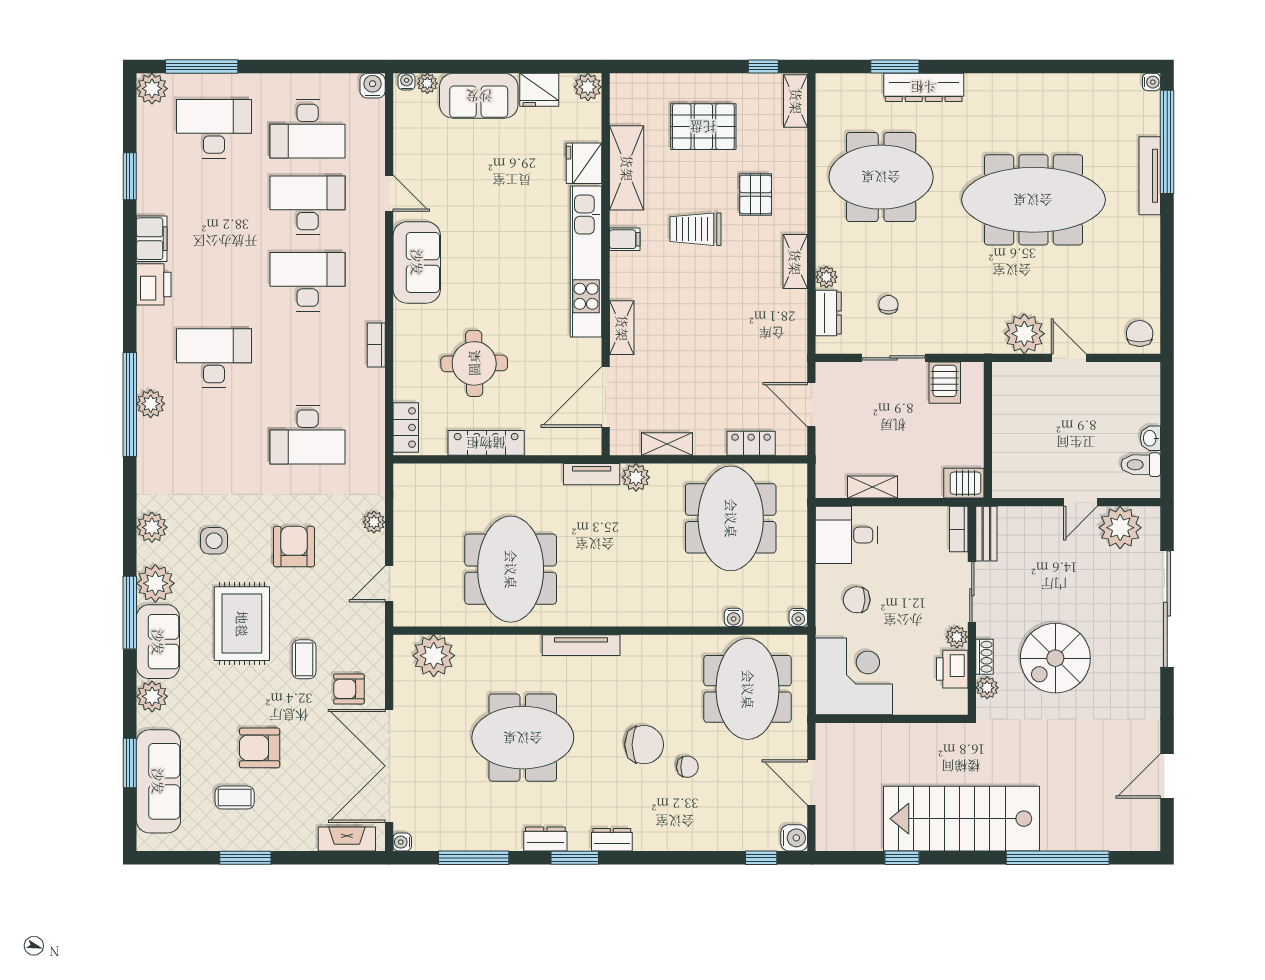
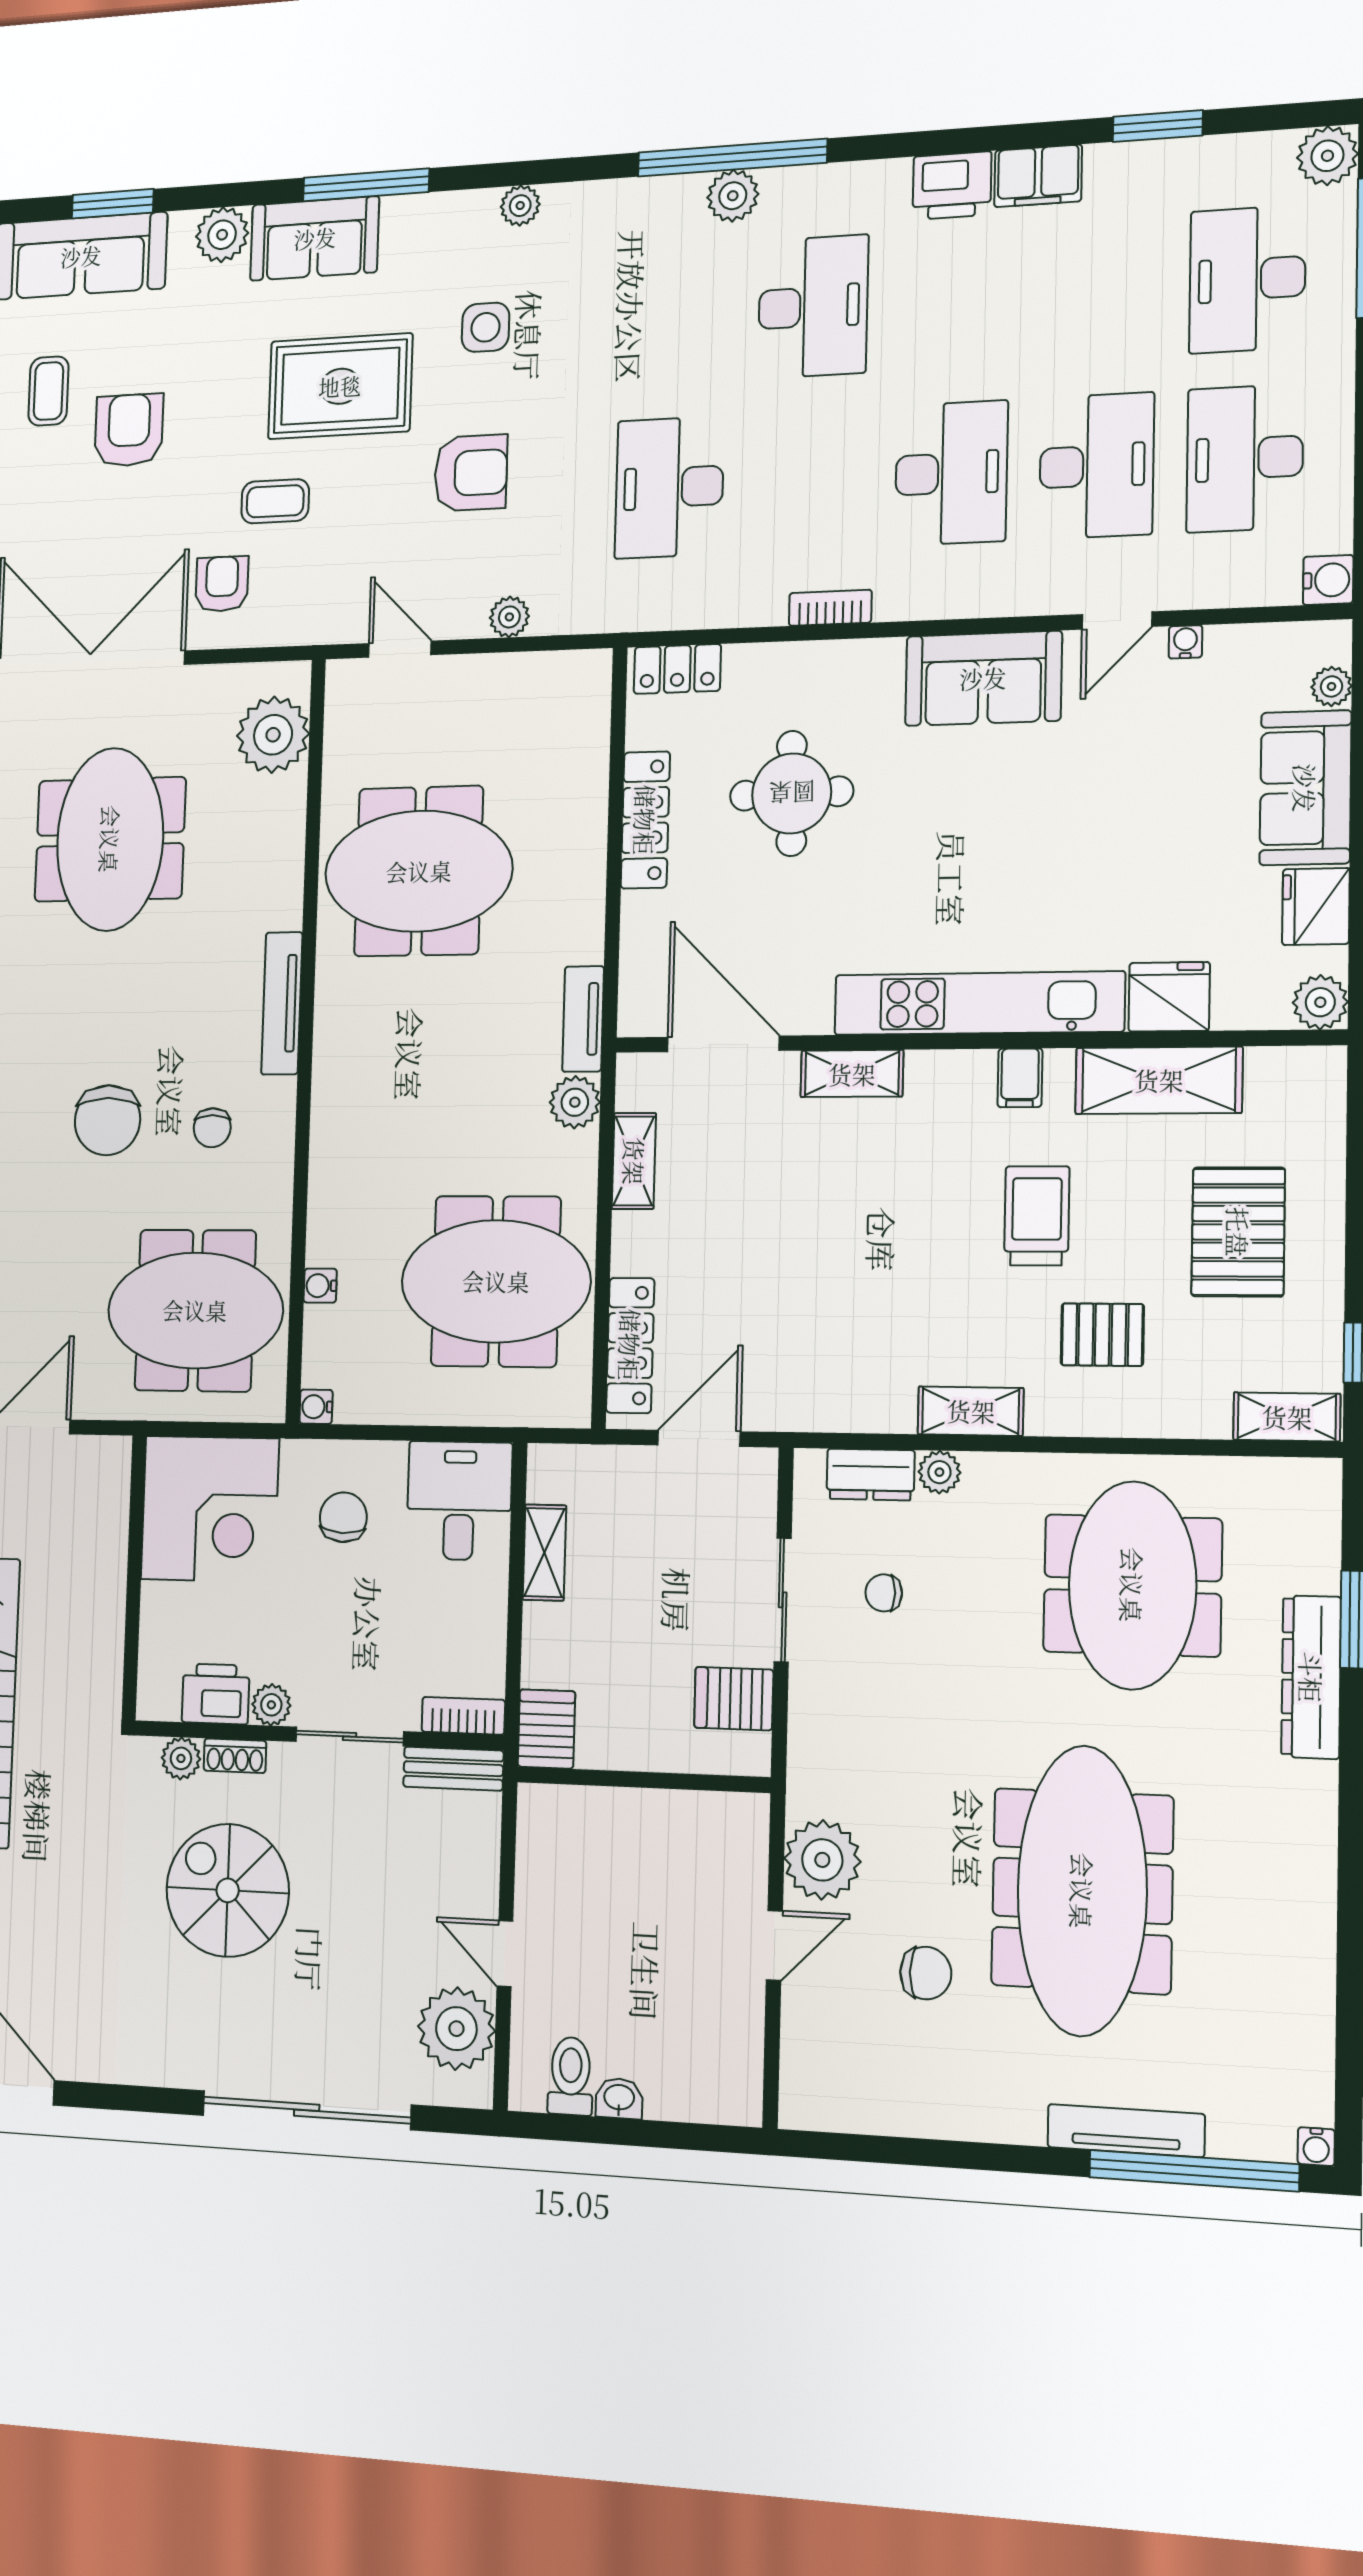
water cooler: (407, 82) -> (1185, 642), moved, turned -90
desk: (214, 129) -> (1247, 279), turned 180
chair: (888, 305) -> (884, 1593), turned 180
chair: (1140, 334) -> (926, 1973), moved
locker: (751, 443) -> (630, 1345), width x1.53
plant: (152, 527) -> (520, 206), width x0.73, depth x0.73
plant: (155, 583) -> (415, 227), removed
meeting table: (523, 738) -> (110, 839), moved
chair: (687, 767) -> (212, 1128), moved

